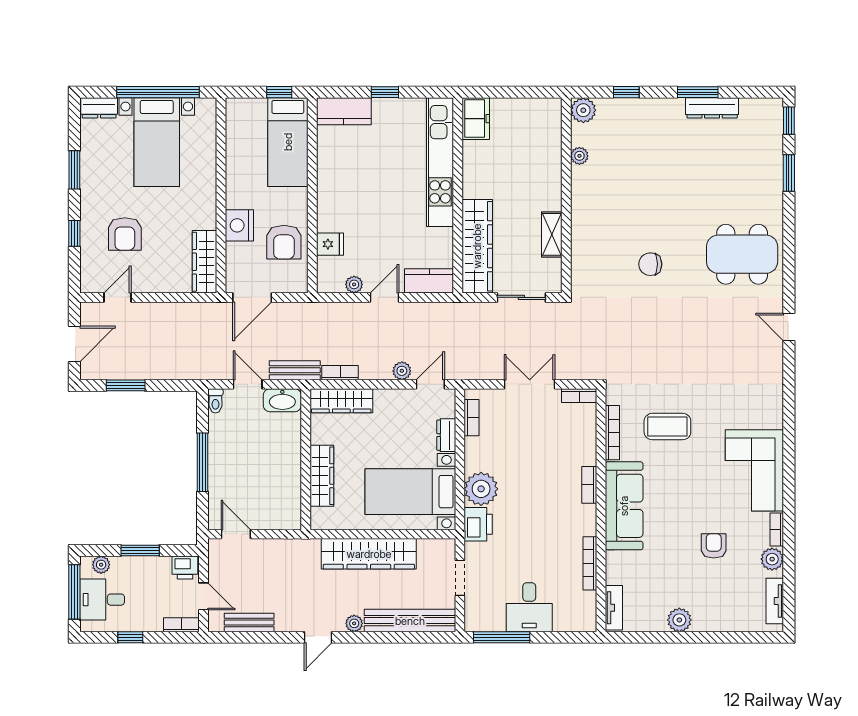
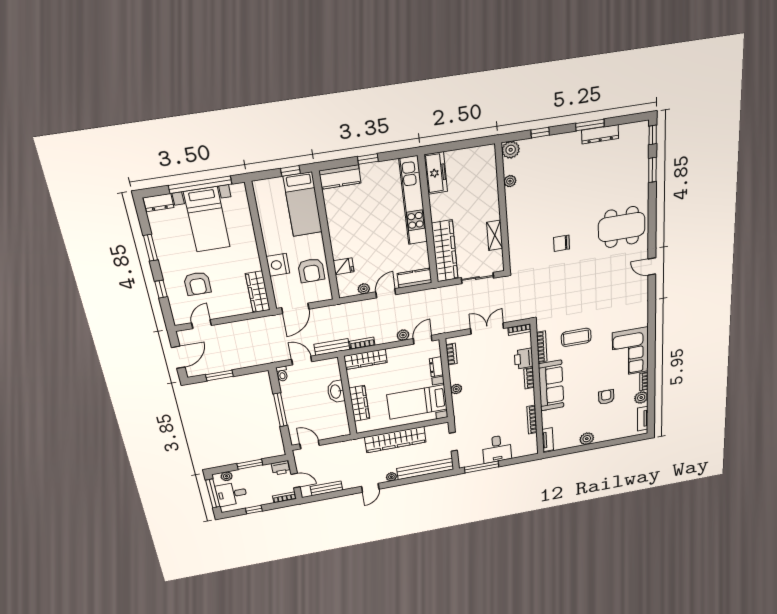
freezer: (476, 119) -> (436, 173), width x1.40
washbasin: (282, 400) -> (336, 391), moved, turned 90
plant: (481, 489) -> (456, 389), width x0.53, depth x0.53
printer: (478, 524) -> (524, 359), moved, turned 180

